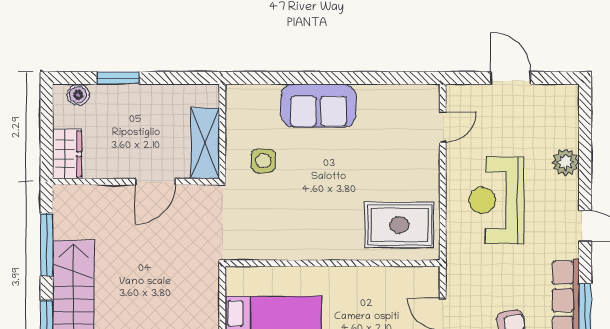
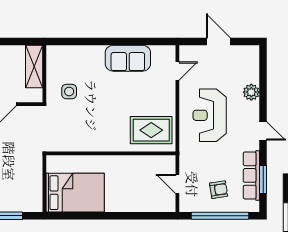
sofa: (318, 106) -> (128, 58), moved
shelving: (205, 143) -> (34, 67), moved

